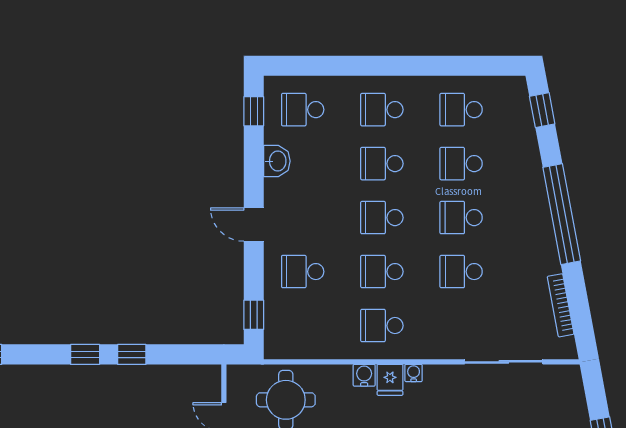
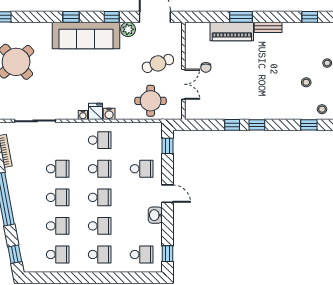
washbasin: (277, 161) -> (155, 215), moved

